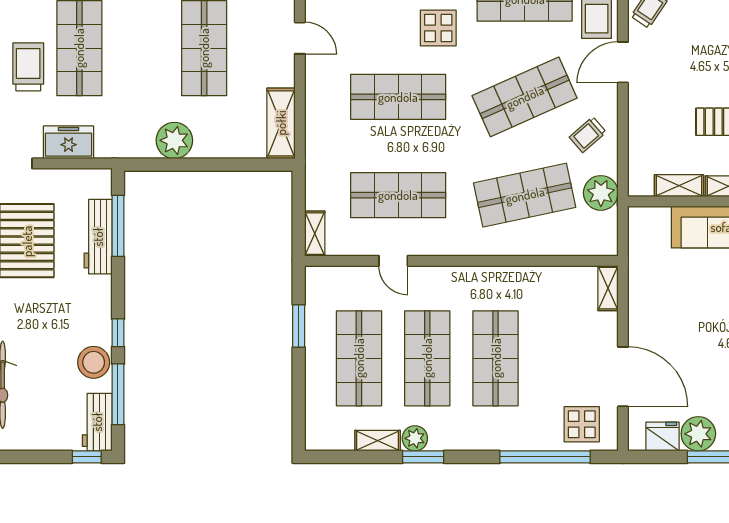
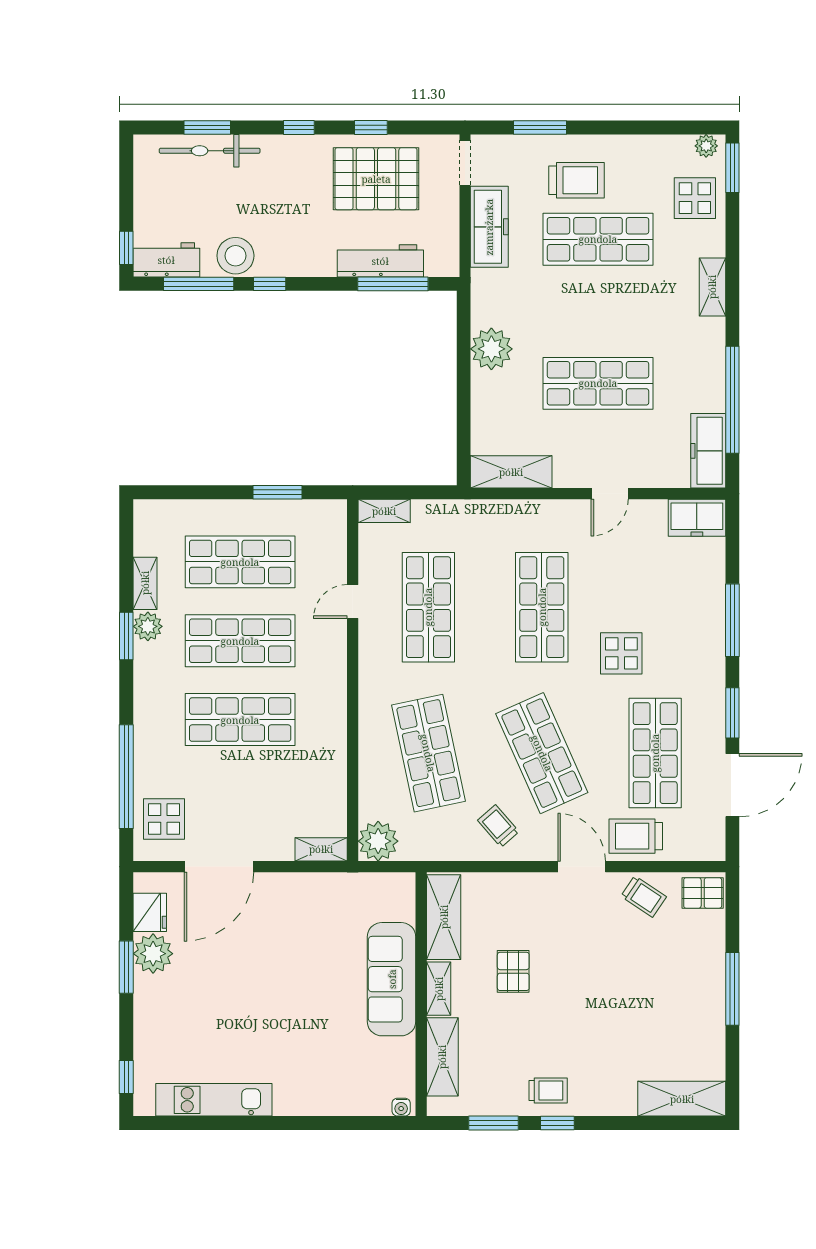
freezer: (69, 142) -> (489, 227), width x1.40
shelving: (679, 186) -> (444, 917), width x1.50, depth x1.33
plant: (601, 193) -> (378, 841), moved

